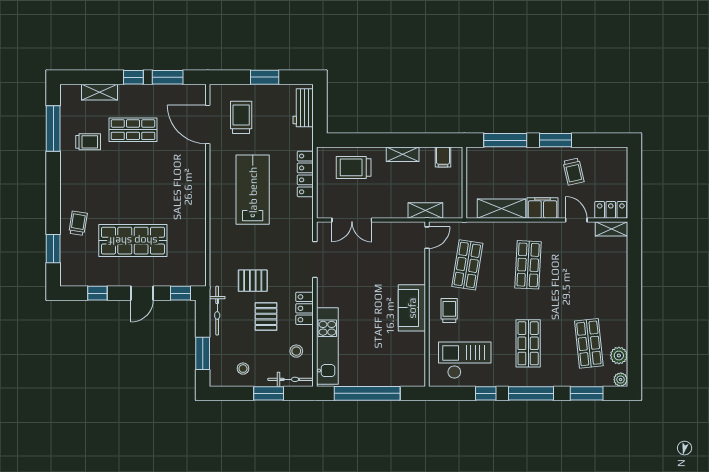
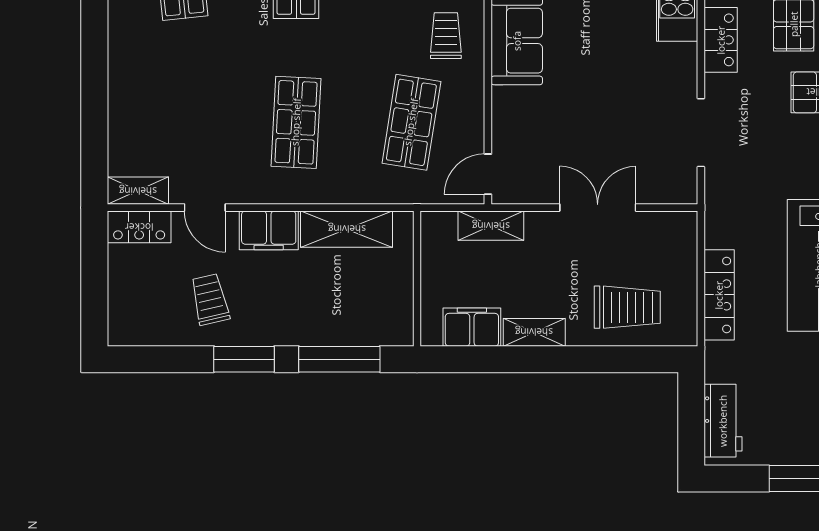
filing cabinet: (443, 157) -> (472, 327), width x2.00
double door: (352, 220) -> (598, 208), moved
trolley: (449, 310) -> (446, 36), turned 180

